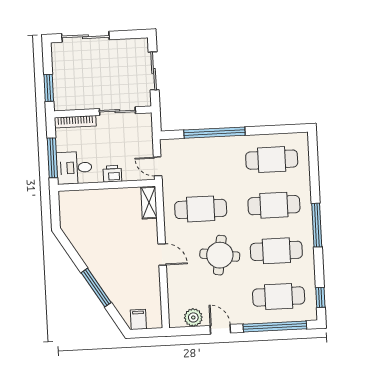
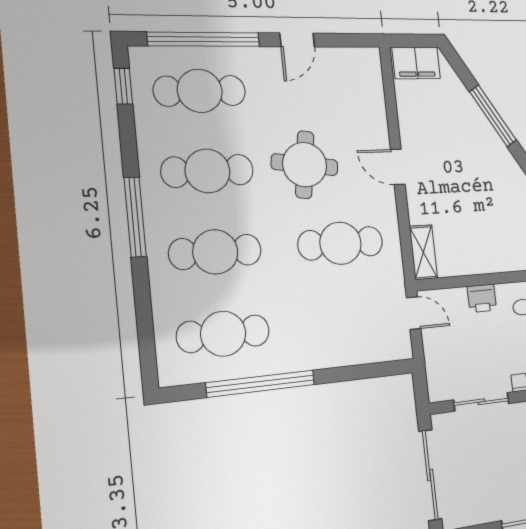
sliding door: (154, 71) -> (430, 475), width x1.37
window: (214, 133) -> (261, 384), moved
plant: (193, 317) -> (342, 62), removed
filing cabinet: (138, 319) -> (416, 63), width x2.00
door: (220, 329) -> (297, 40), hinge flipped

